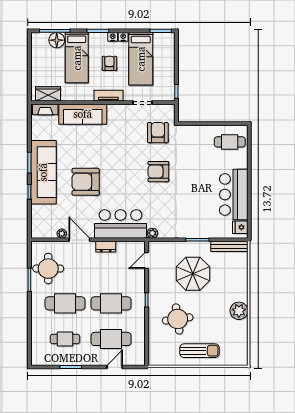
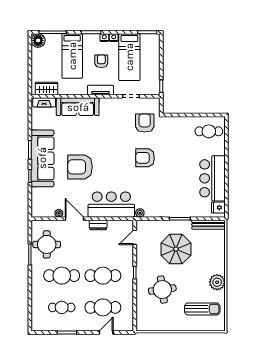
floor lamp: (57, 40) -> (38, 40), moved
sun lounger: (199, 351) -> (202, 309), moved

